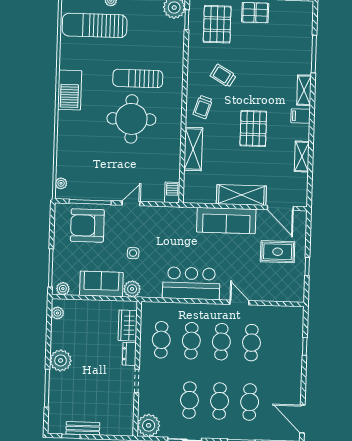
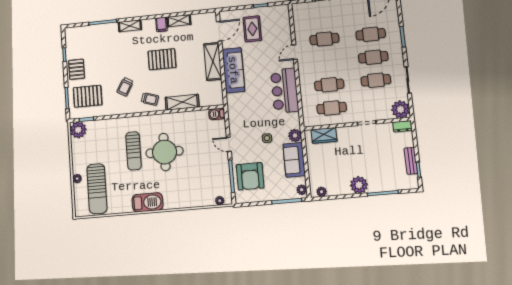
filing cabinet: (301, 116) -> (161, 24), moved
cafe table: (221, 342) -> (327, 62), removed
dresser: (129, 354) -> (402, 126), moved

